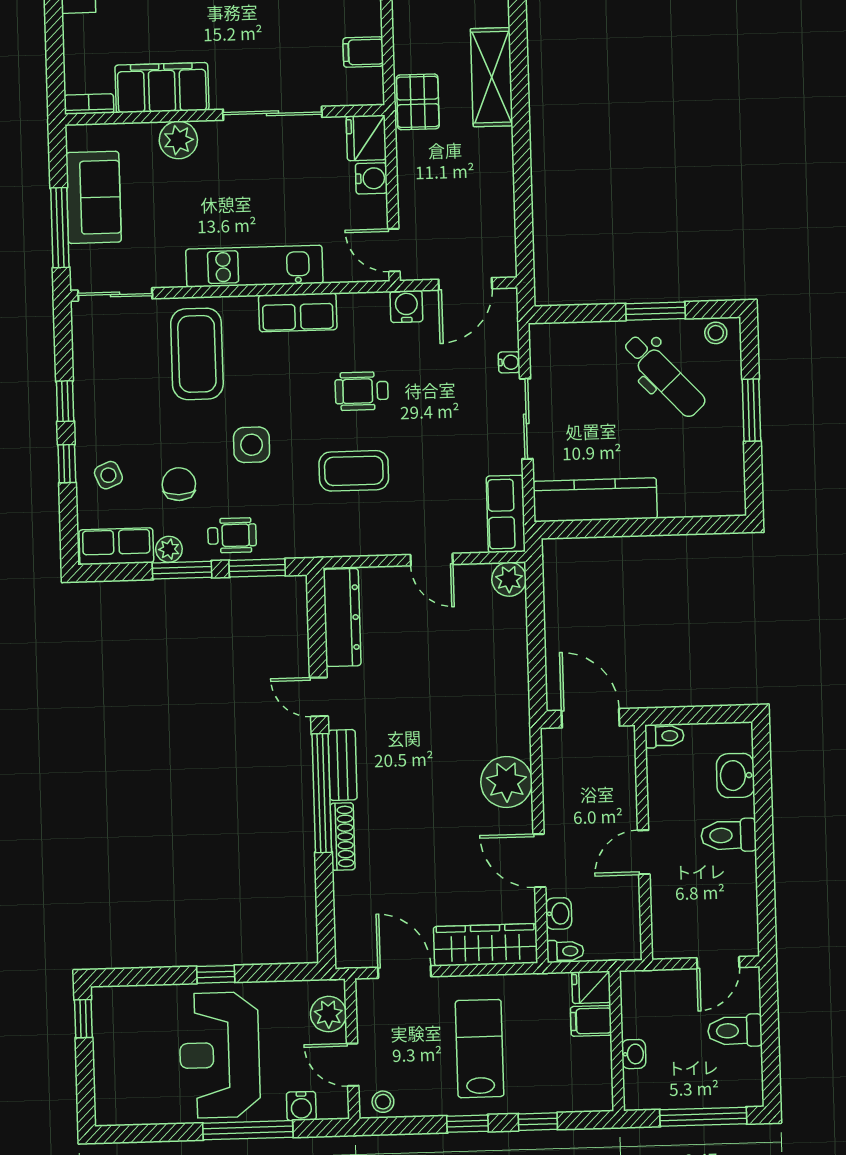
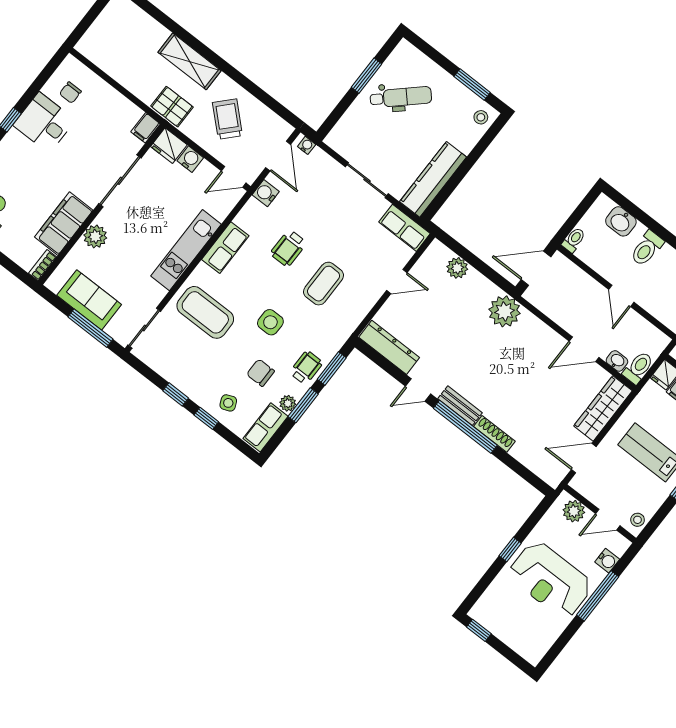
filing cabinet: (363, 52) -> (146, 128), moved
trolley: (459, 183) -> (227, 119), added
stool: (716, 333) -> (481, 117), moved
water cooler: (509, 362) -> (307, 145), moved
window: (751, 410) -> (472, 84), moved
plant: (509, 579) -> (457, 268), moved
plant: (506, 782) -> (504, 311), moved
toilet: (565, 951) -> (638, 368), width x1.37, depth x1.39

